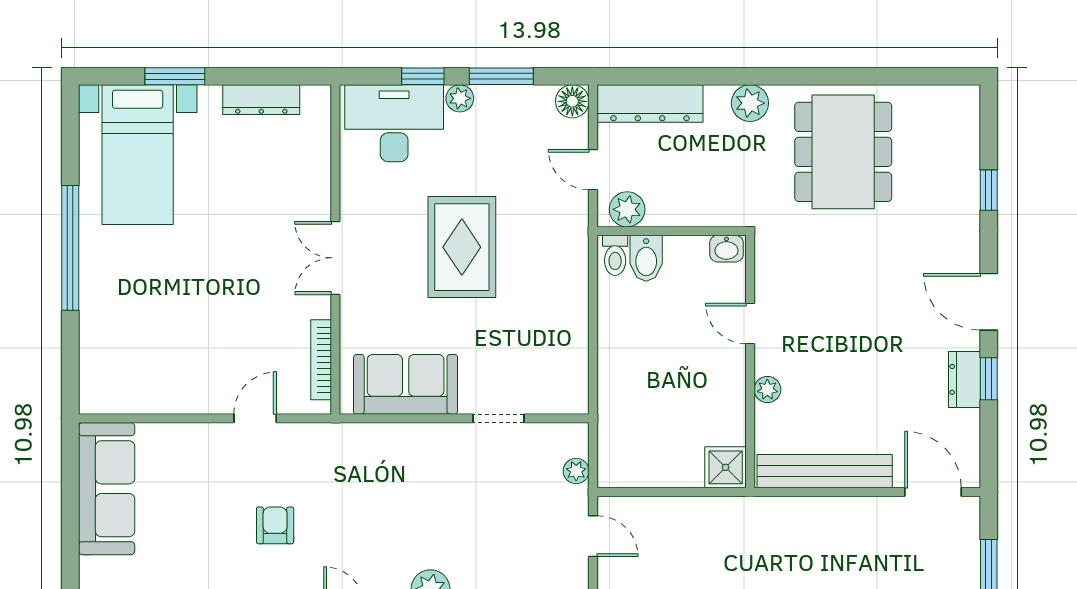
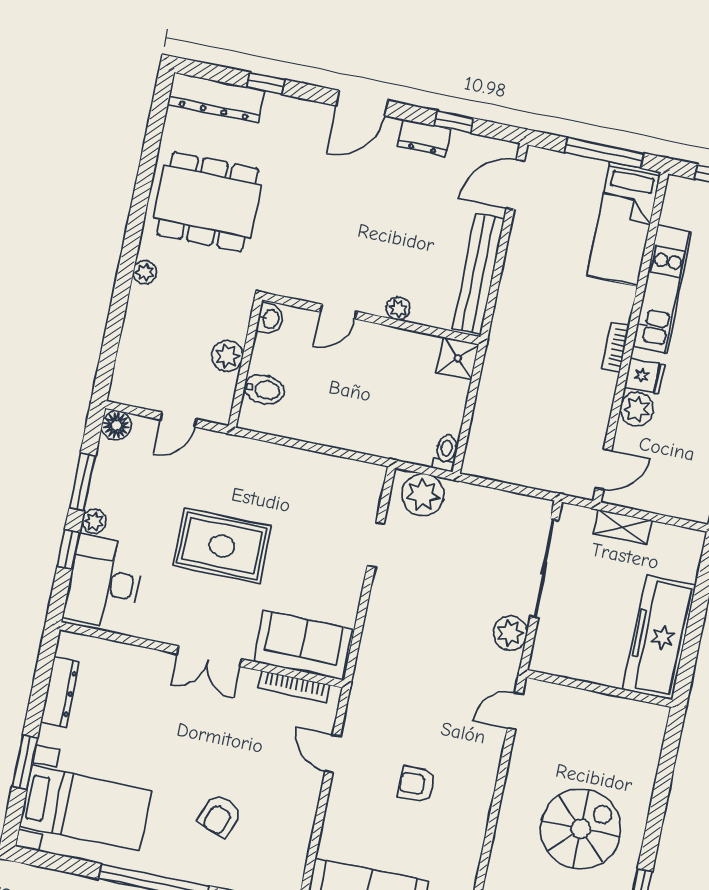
dresser: (650, 103) -> (216, 98), moved, turned 90
plant: (750, 103) -> (145, 272), width x0.73, depth x0.73
plant: (627, 209) -> (227, 356), moved
toilet: (615, 255) -> (446, 453), moved, turned -90
armchair: (160, 306) -> (220, 816), added
window: (989, 379) -> (454, 122), moved
sofa: (406, 384) -> (303, 645), moved, turned 90
plant: (576, 471) -> (423, 495), width x1.88, depth x1.88
armchair: (275, 525) -> (417, 784), moved
door: (593, 536) -> (493, 484), removed

